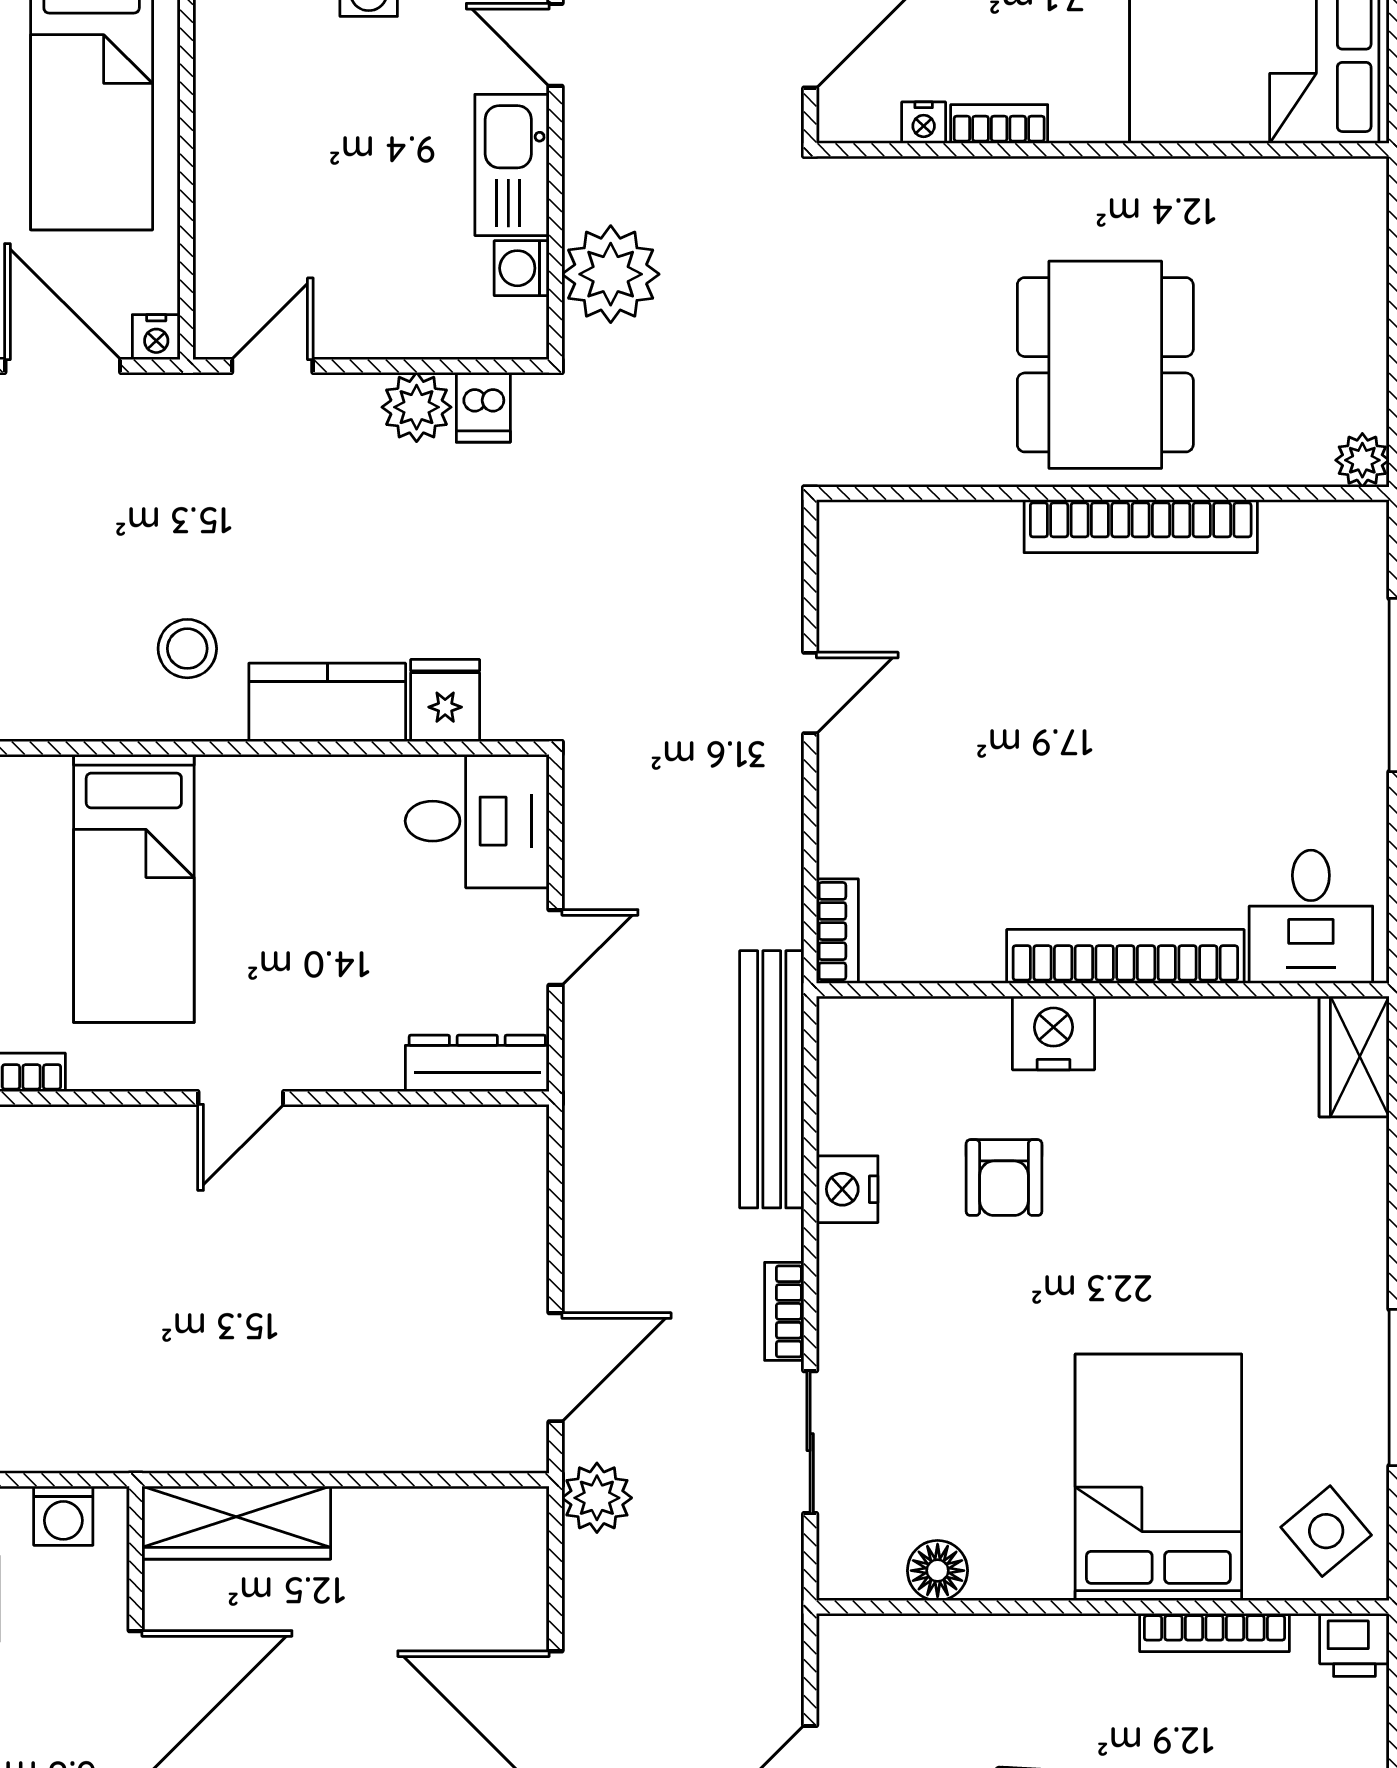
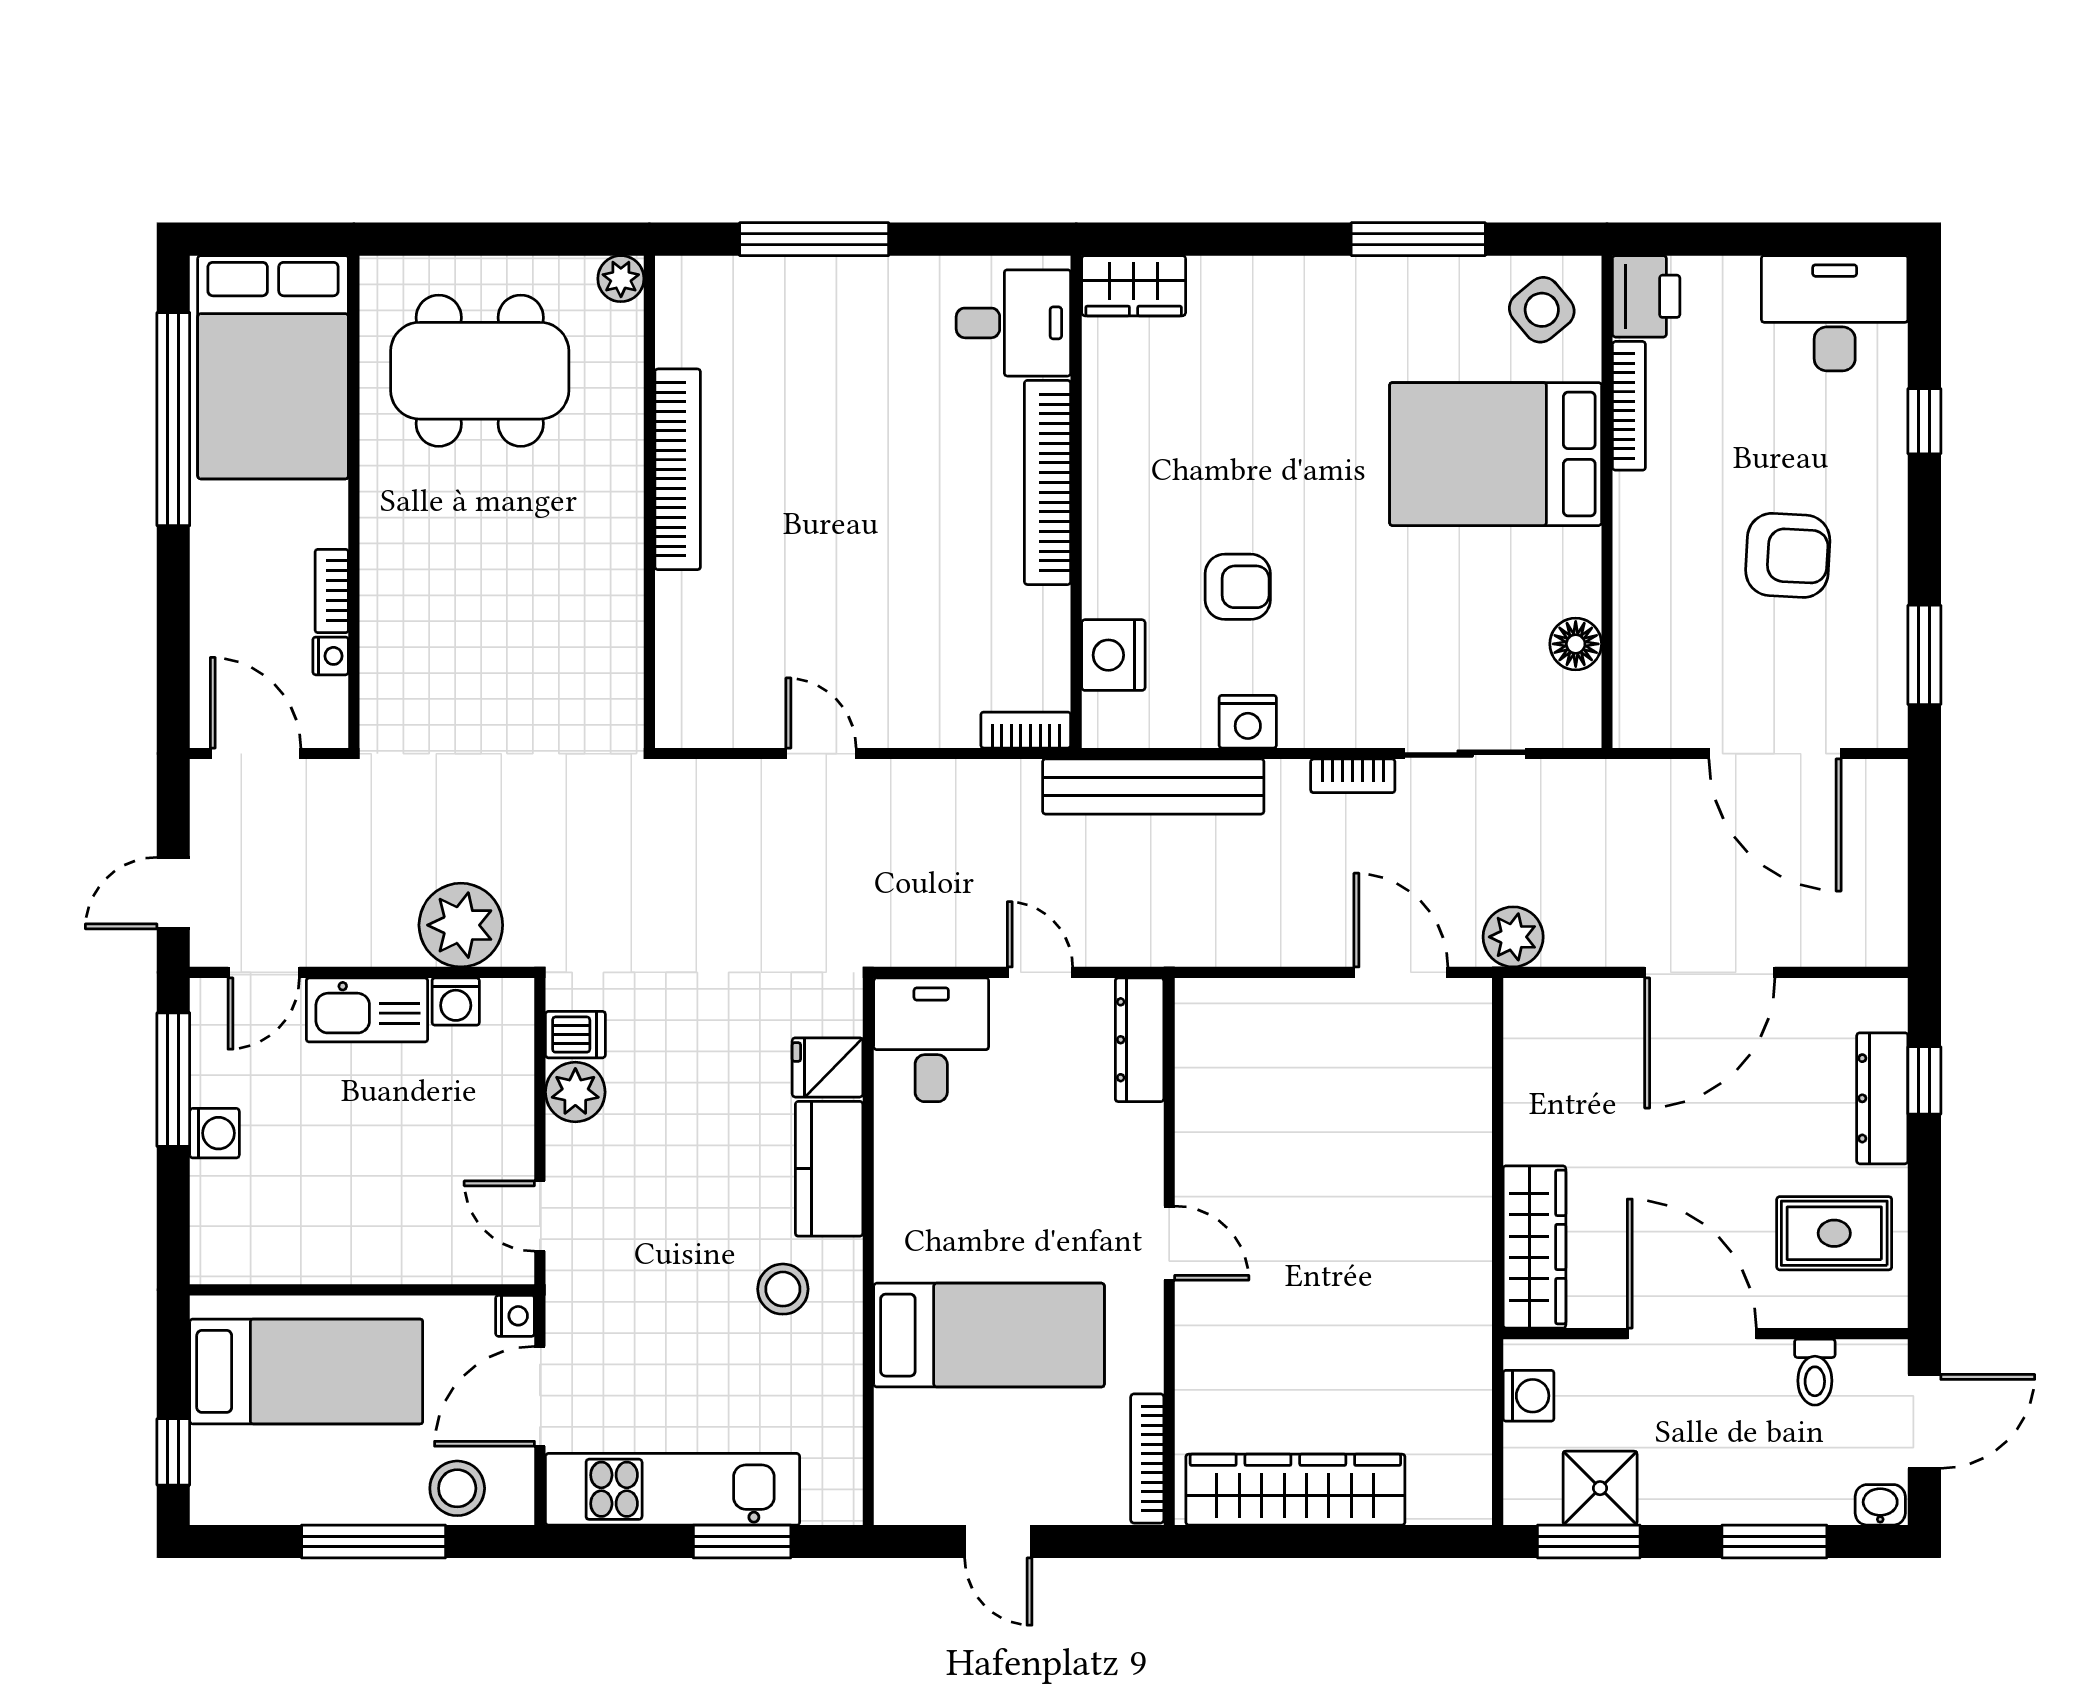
dining table: (1105, 365) -> (480, 371), moved
nightstand: (1053, 1033) -> (1113, 655), moved
printer: (1354, 1645) -> (1646, 296), width x1.36, depth x1.24

